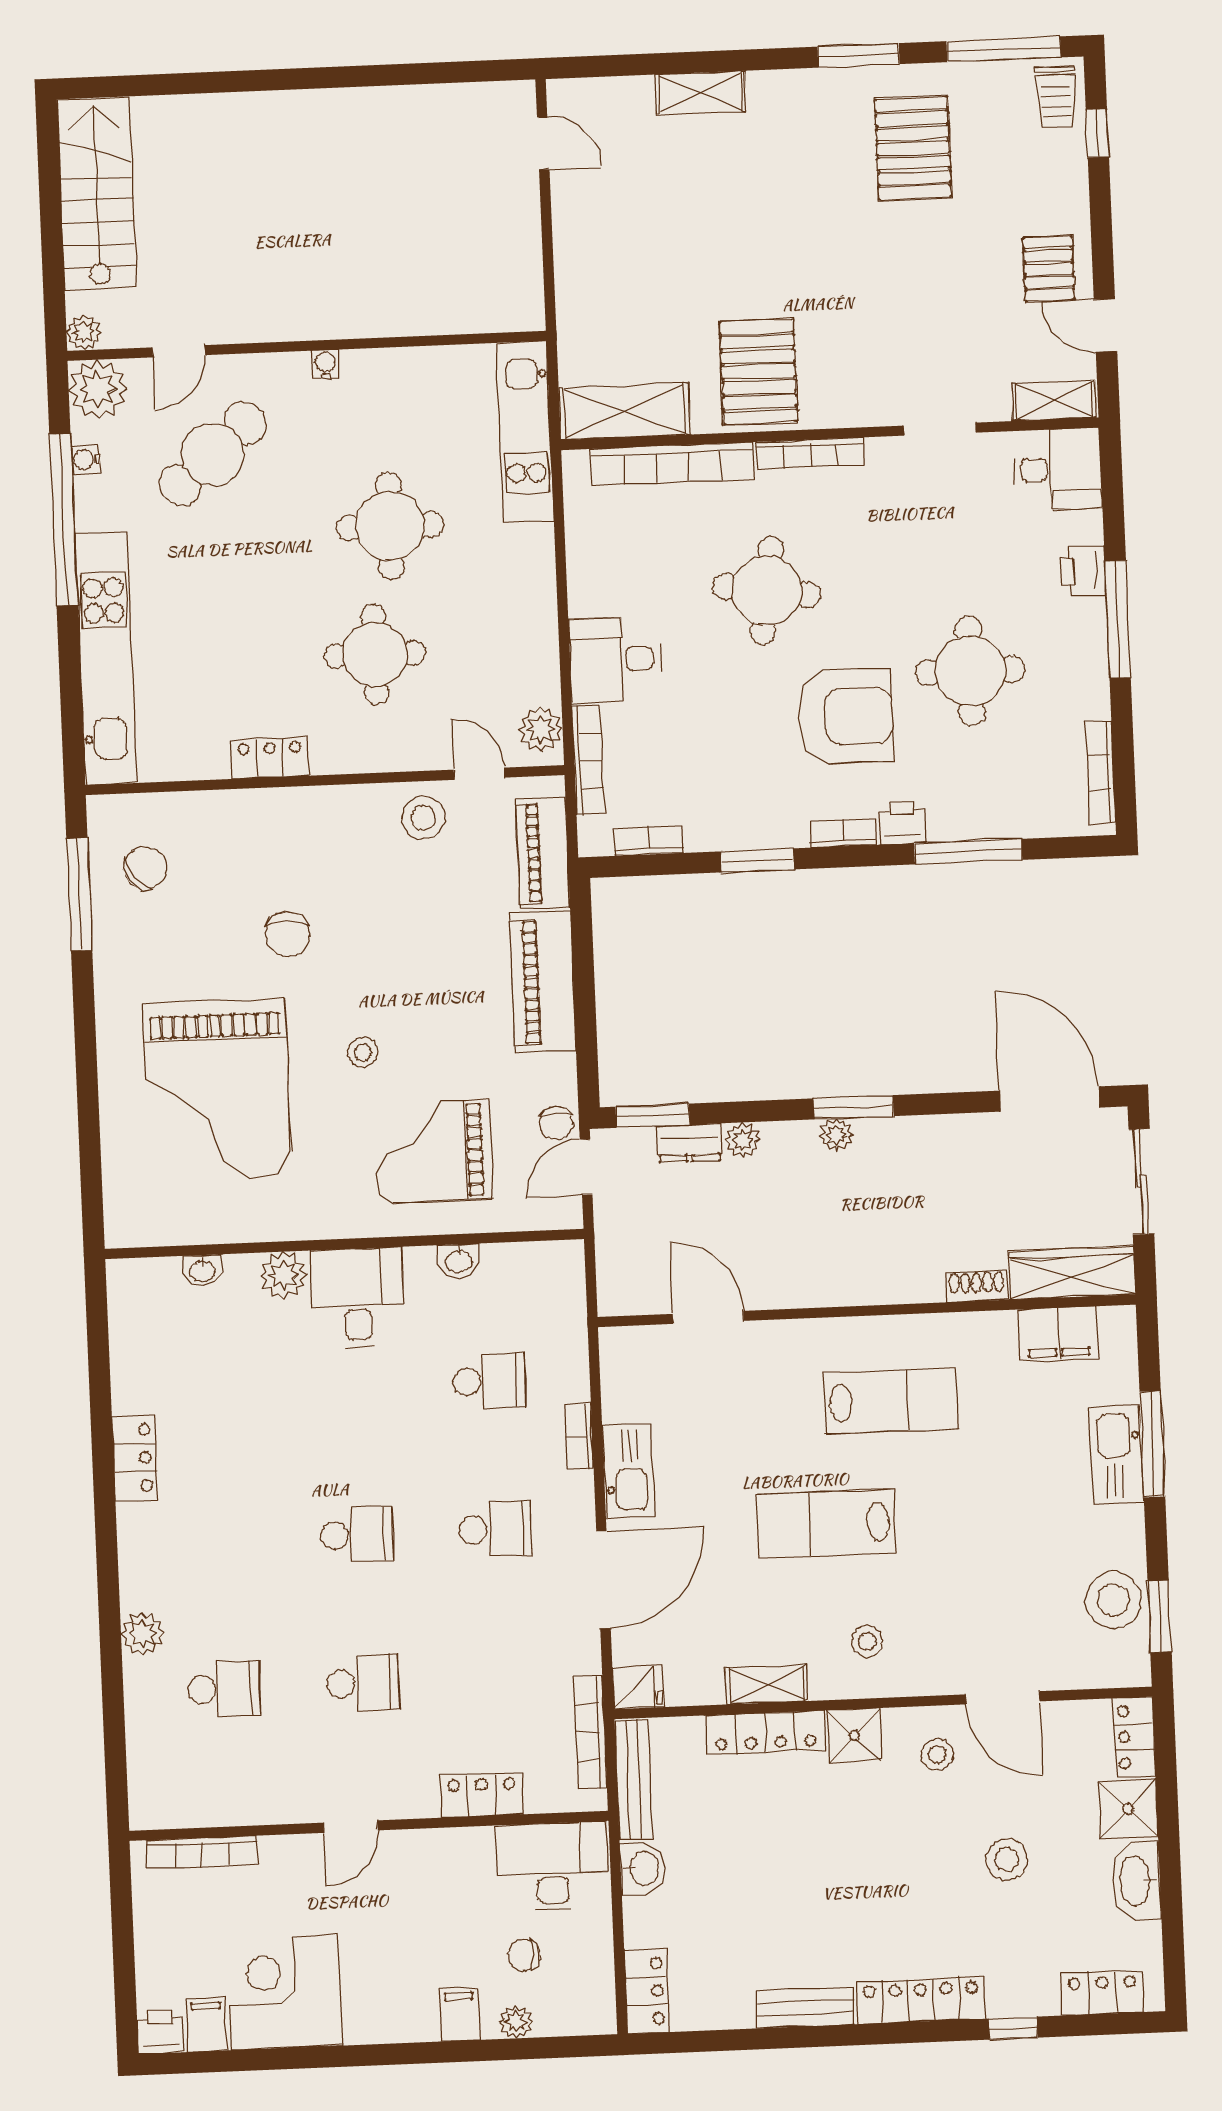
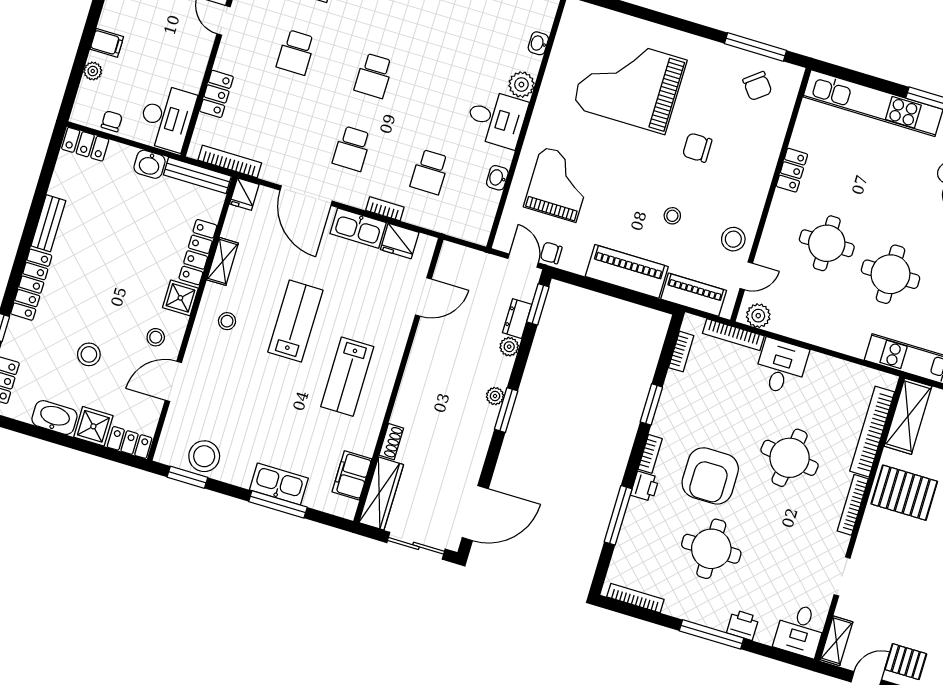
stool: (363, 1052) -> (672, 216), moved
fridge: (626, 1392) -> (400, 241), added
chair: (524, 1955) -> (112, 121), moved

